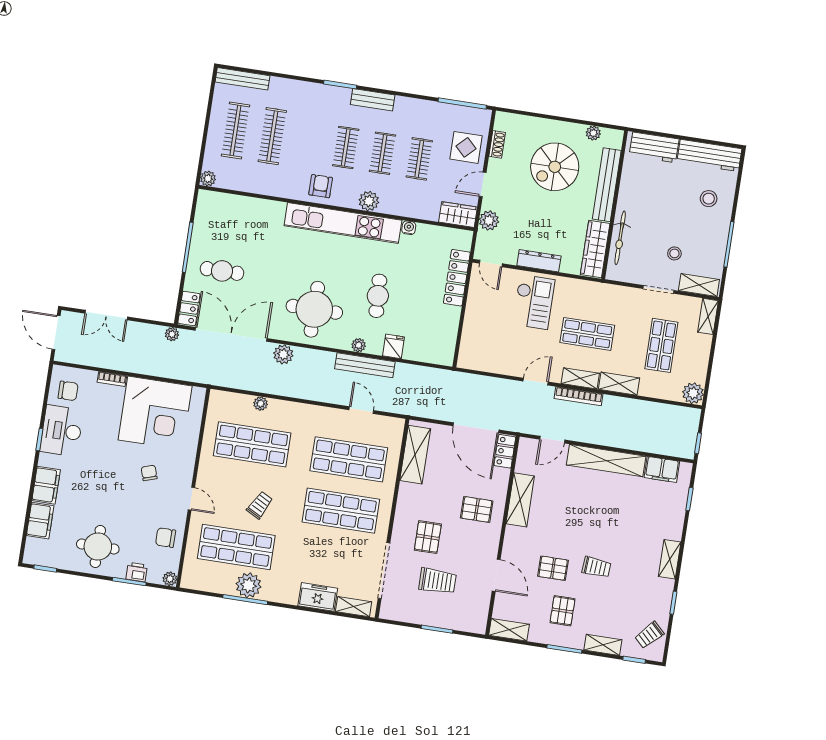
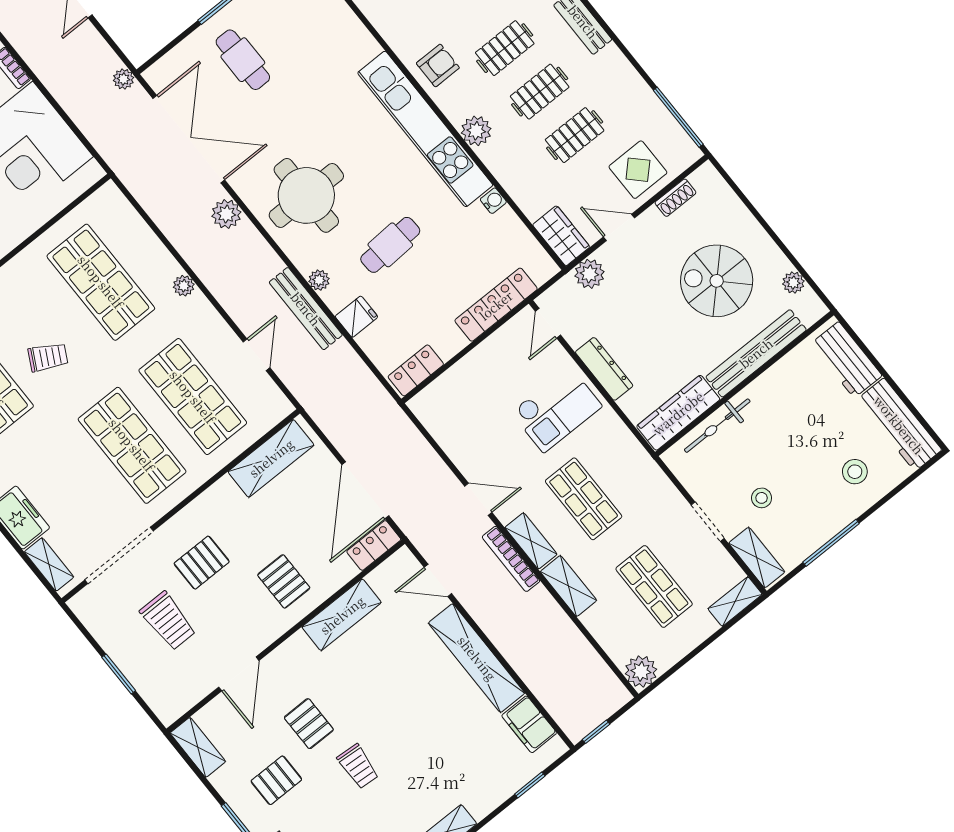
locker: (189, 308) -> (416, 370), moved, turned 180
shop shelf: (661, 345) -> (654, 586), turned 90
plant: (261, 404) -> (184, 286), moved

